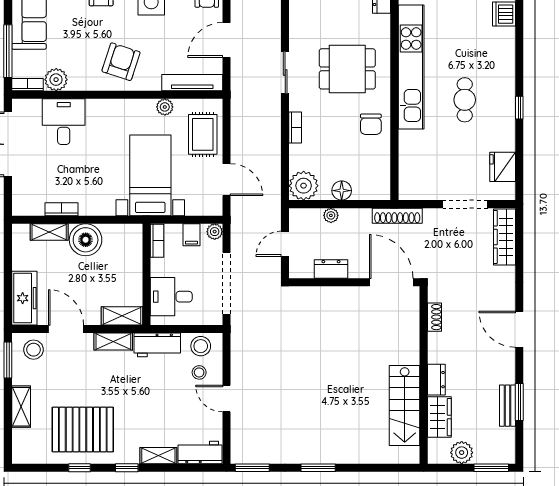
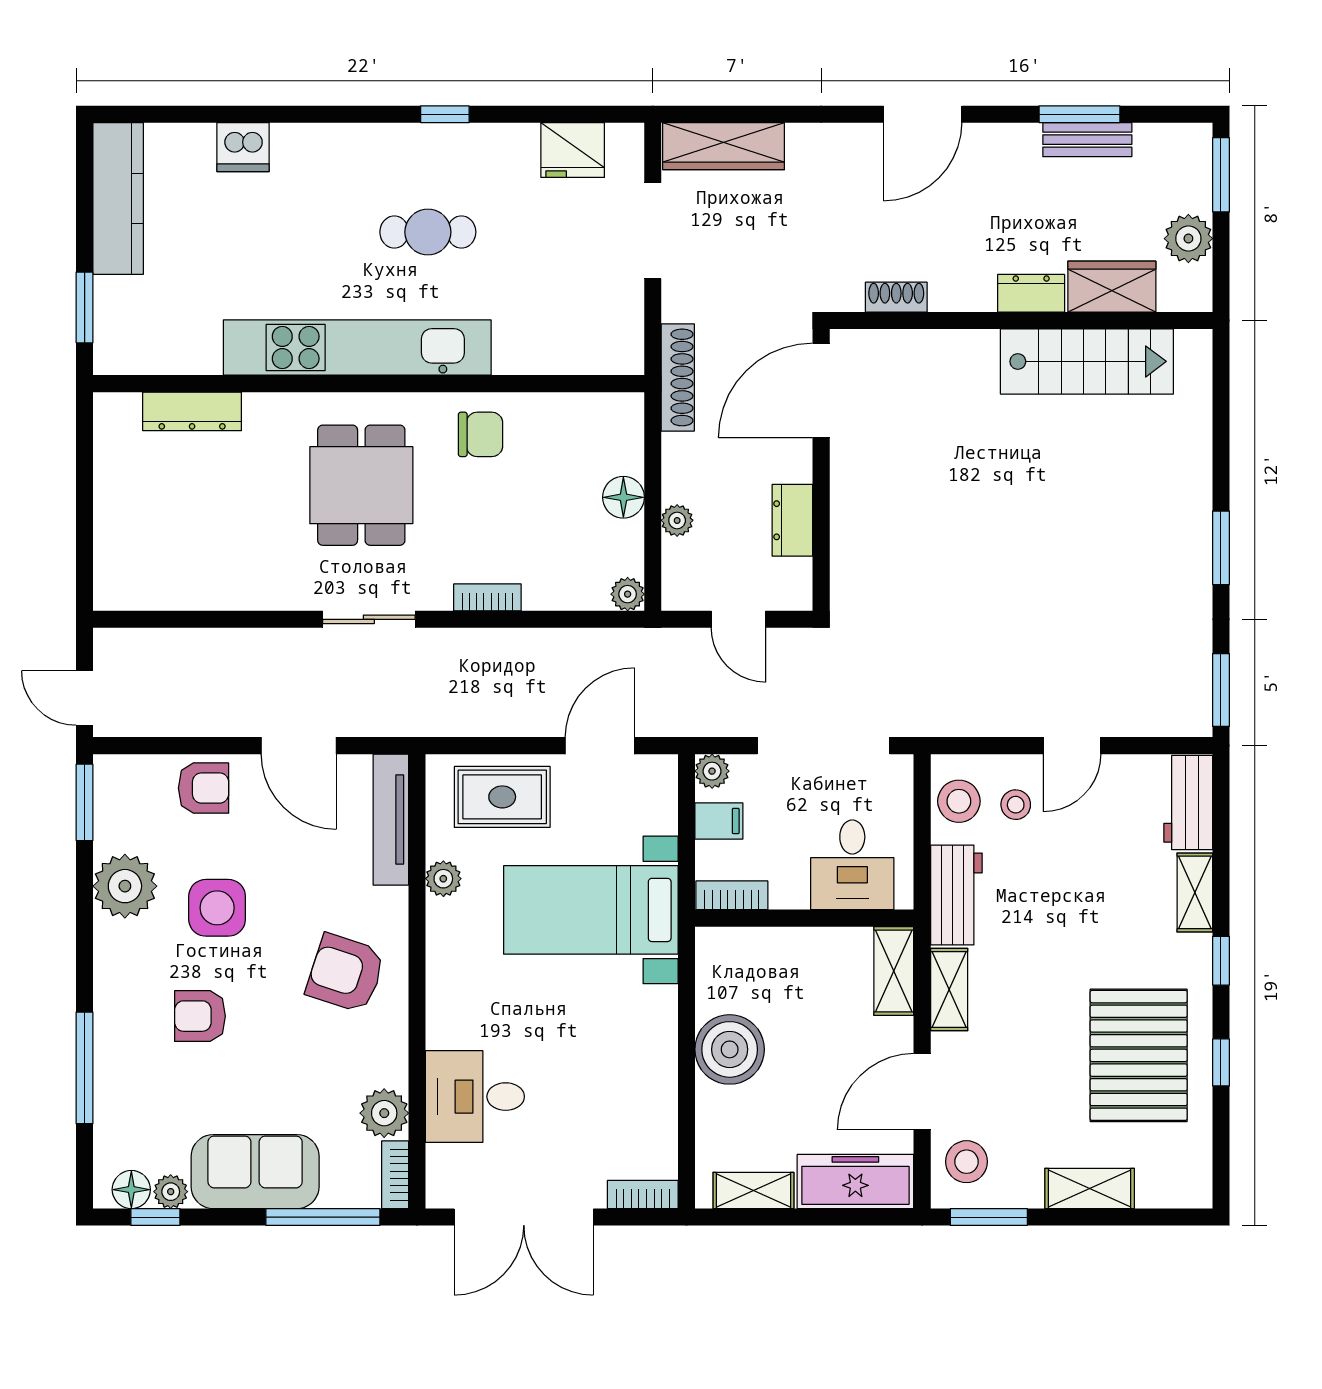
plant: (304, 186) -> (628, 594), width x0.53, depth x0.53
bookcase: (61, 209) -> (643, 1194), moved, turned 90
shelving: (49, 232) -> (753, 1190), moved, turned 90

